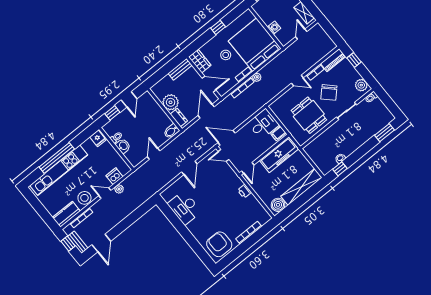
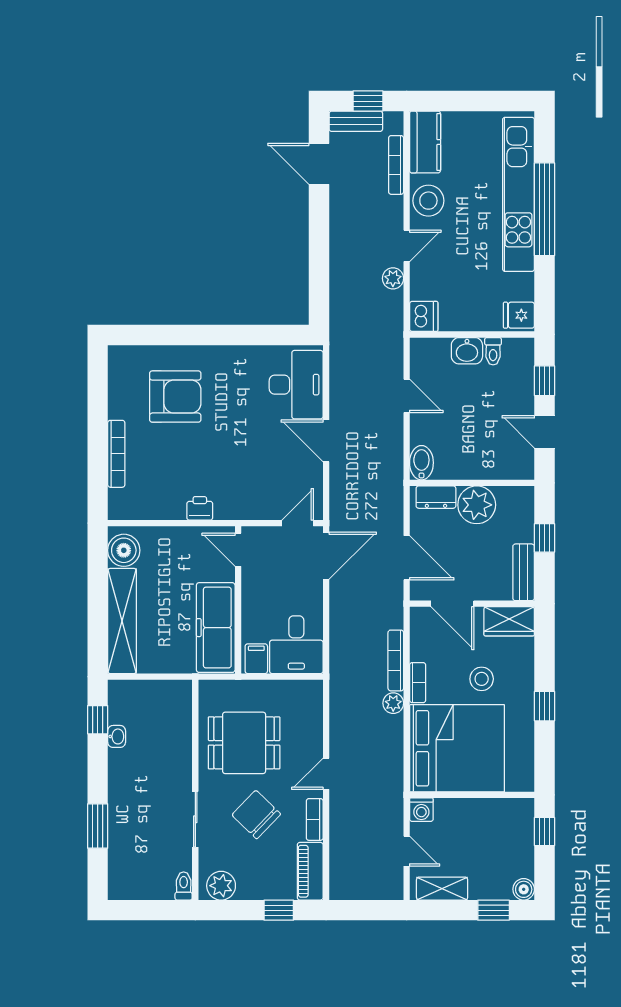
washing machine: (274, 28) -> (421, 810), moved
window: (163, 72) -> (544, 538), added
door: (209, 84) -> (452, 604), hinge flipped
window: (385, 133) -> (98, 826), moved
dishwasher: (114, 176) -> (424, 316), moved
desk: (184, 208) -> (296, 385), moved, turned 90
armchair: (219, 244) -> (175, 397), moved

